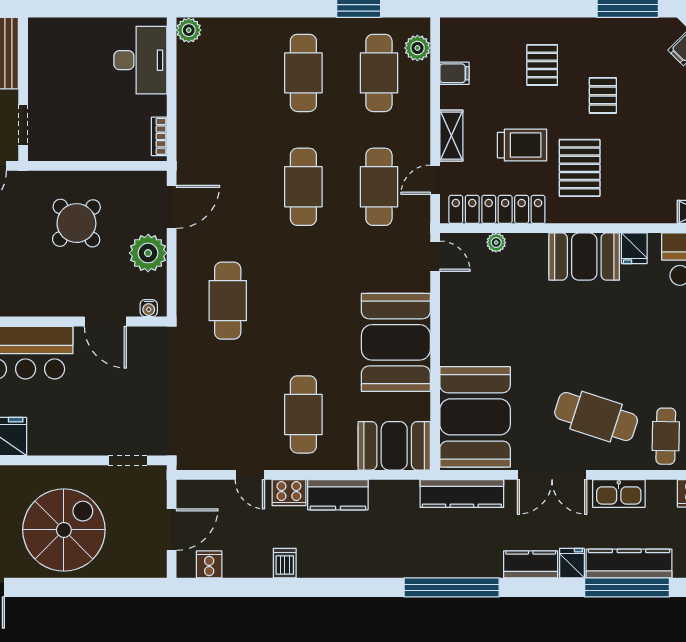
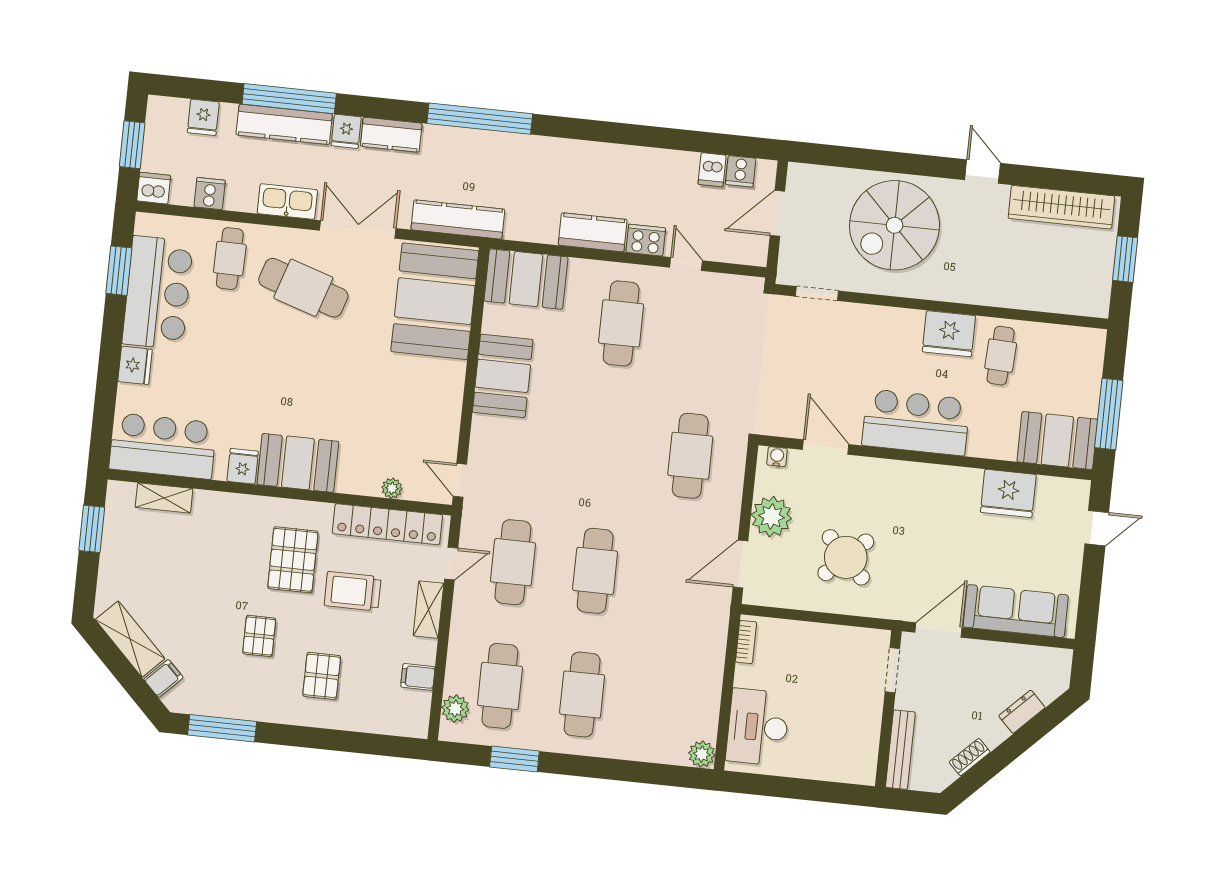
booth: (396, 342) -> (503, 376), width x0.73, depth x0.70
dishwasher: (285, 563) -> (712, 170), moved

